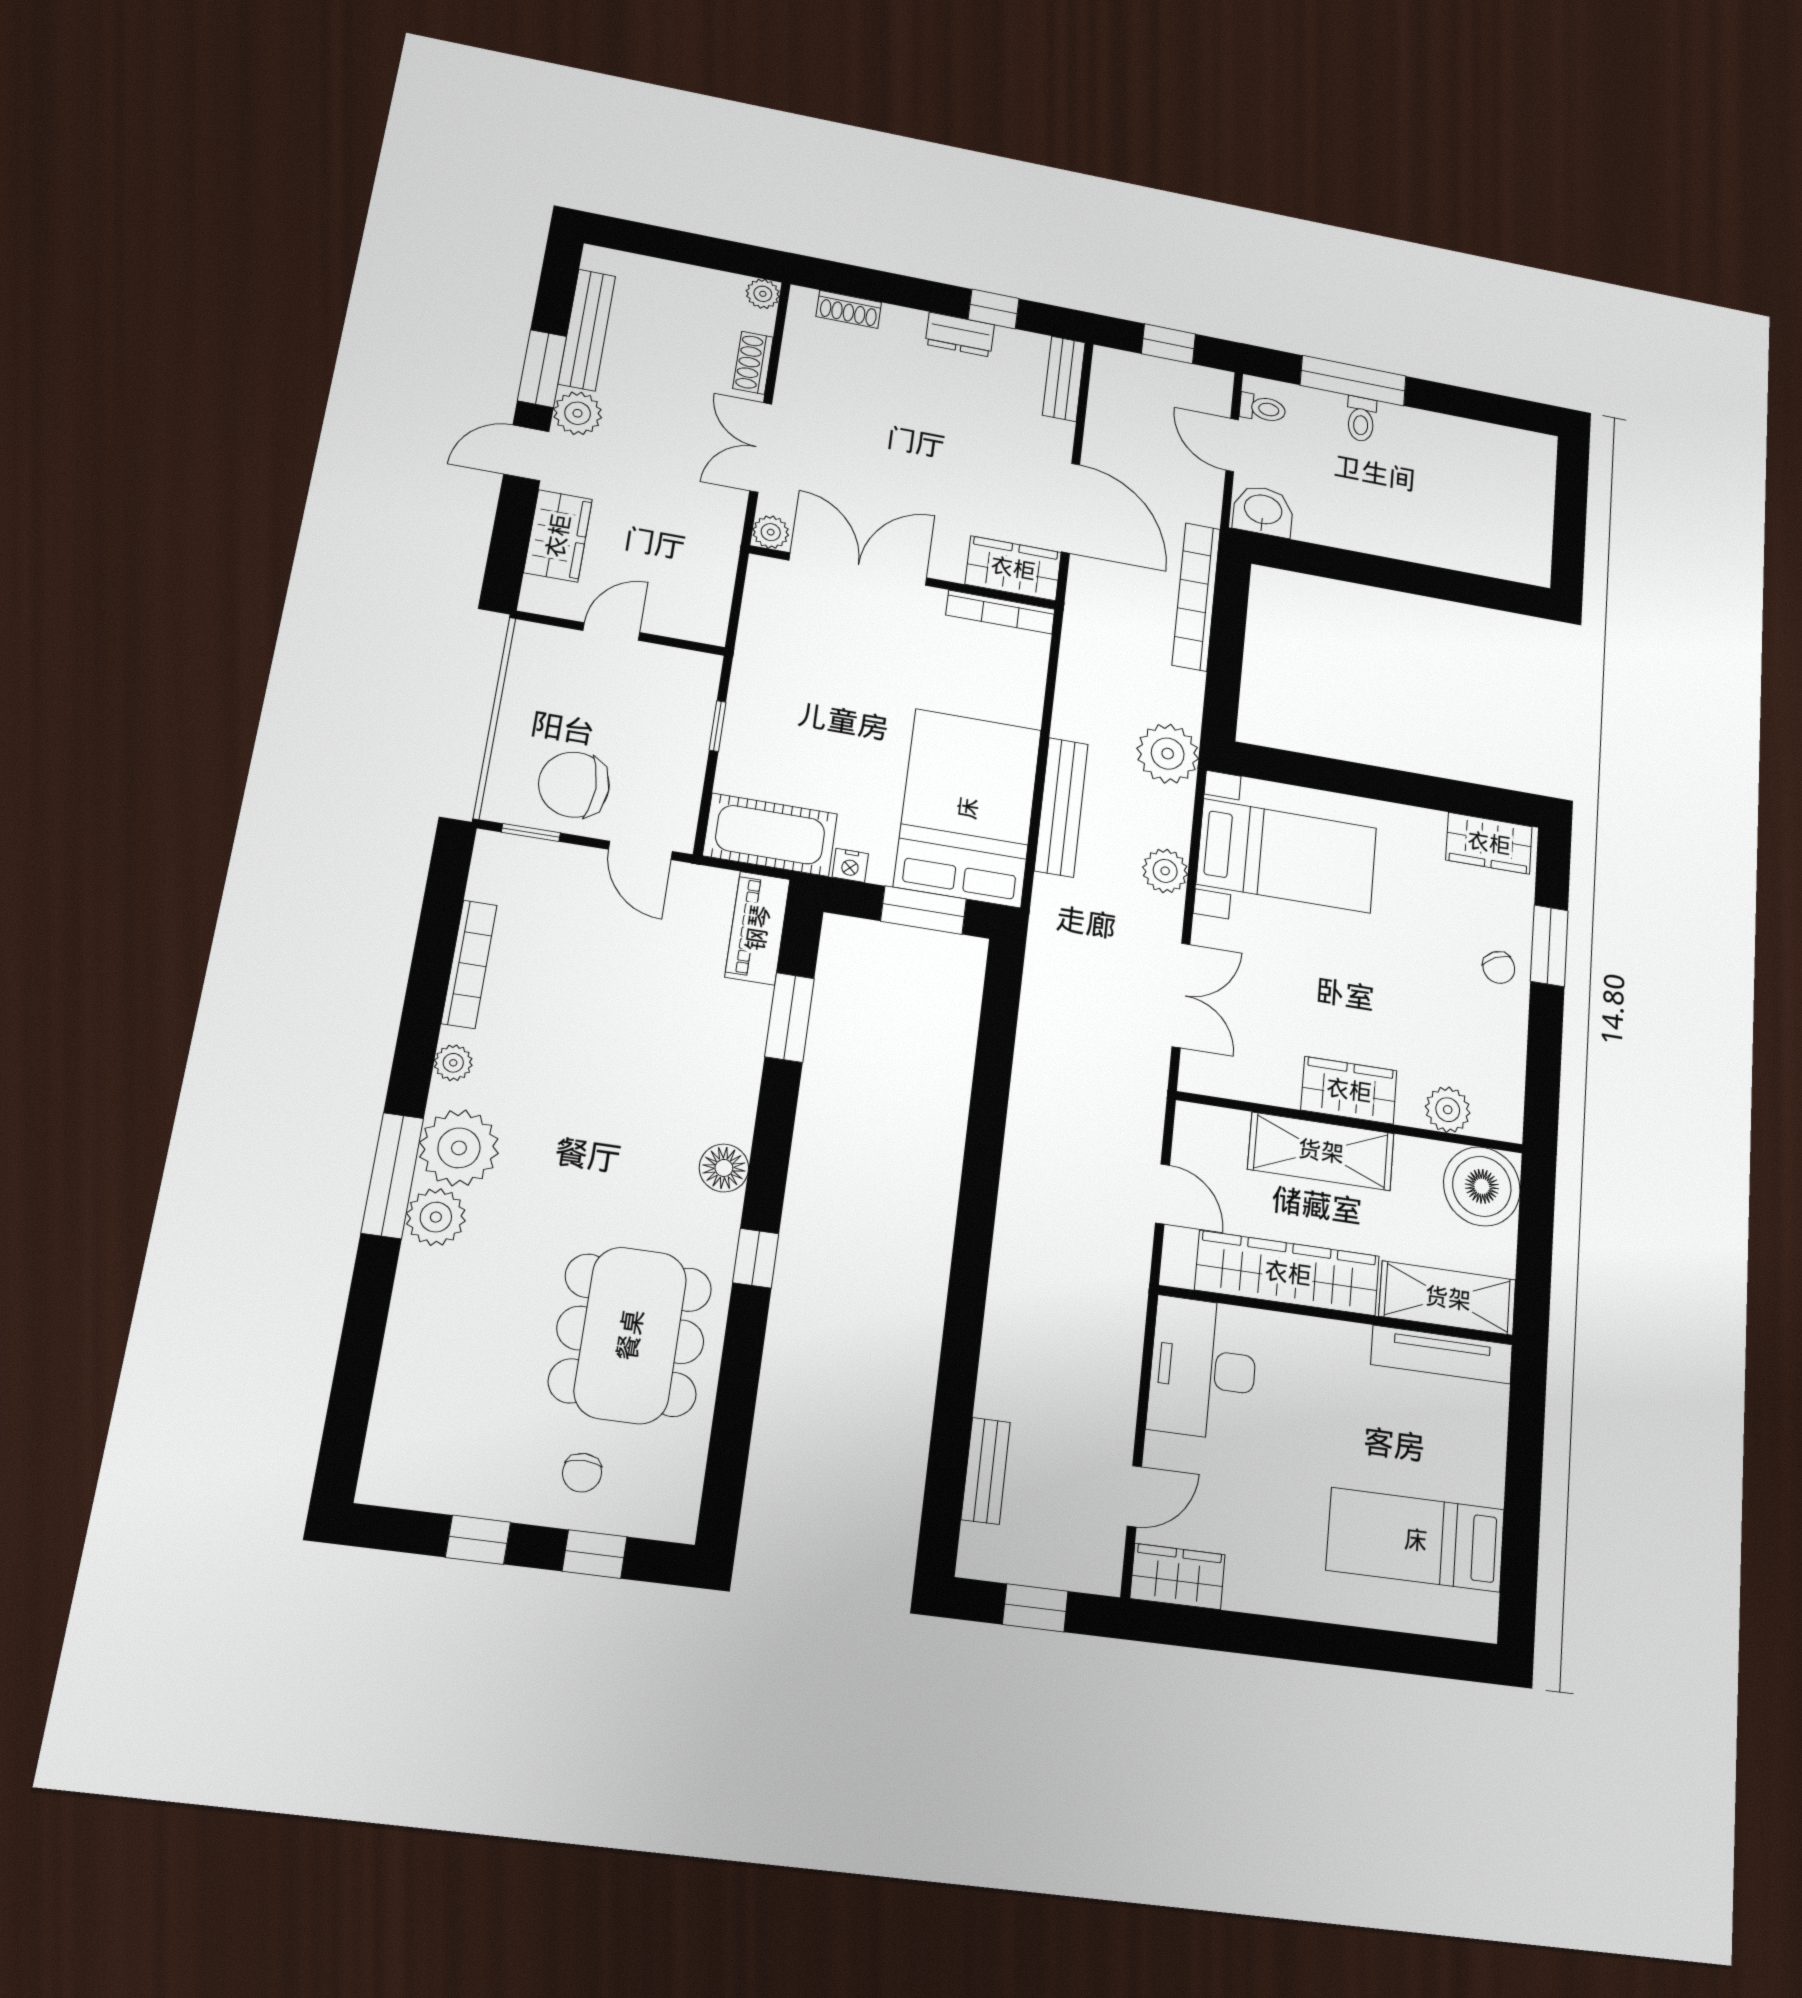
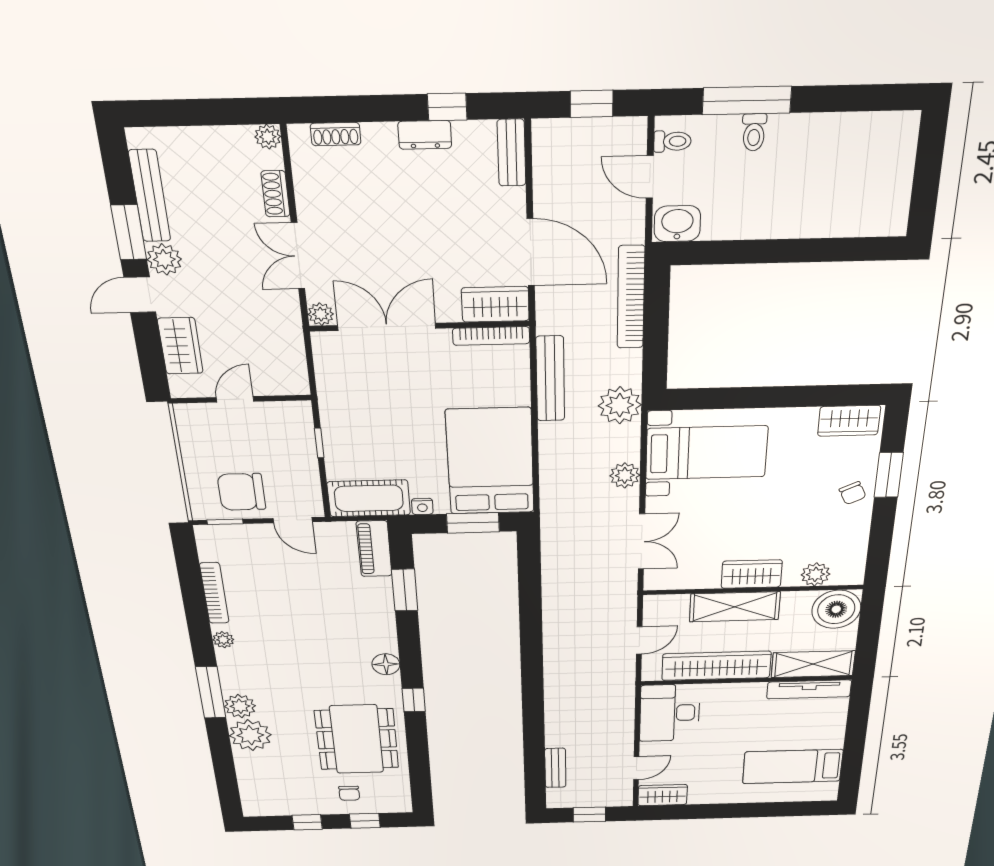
bench: (1061, 807) -> (550, 379), moved
plant: (459, 1148) -> (250, 735), moved
door: (1163, 1194) -> (639, 640), hinge flipped

